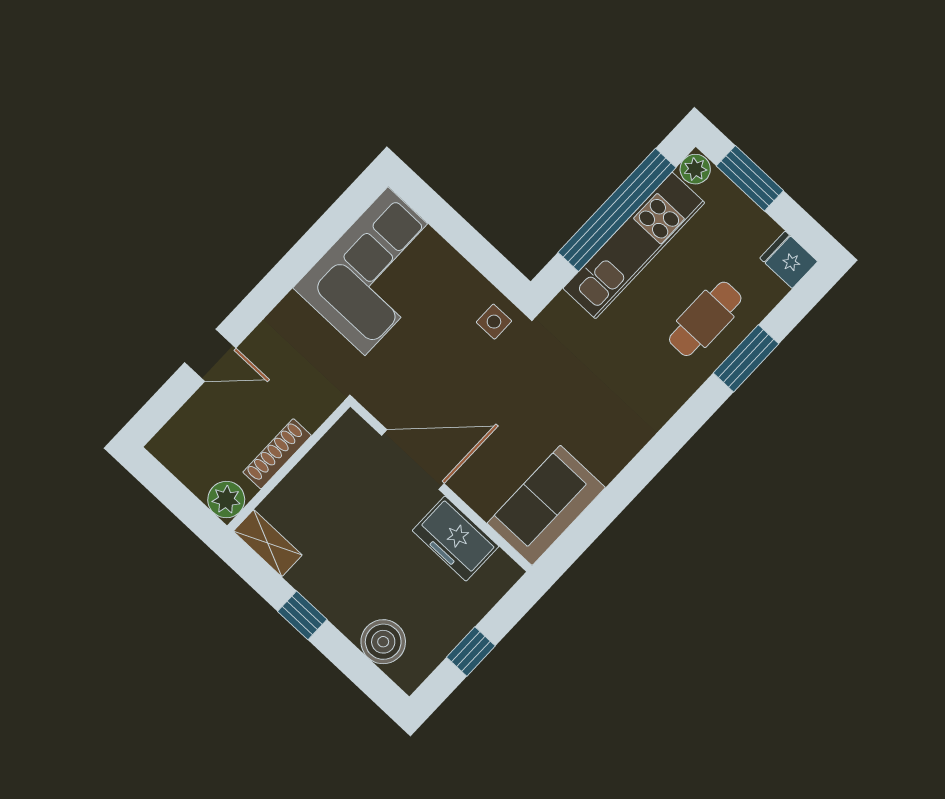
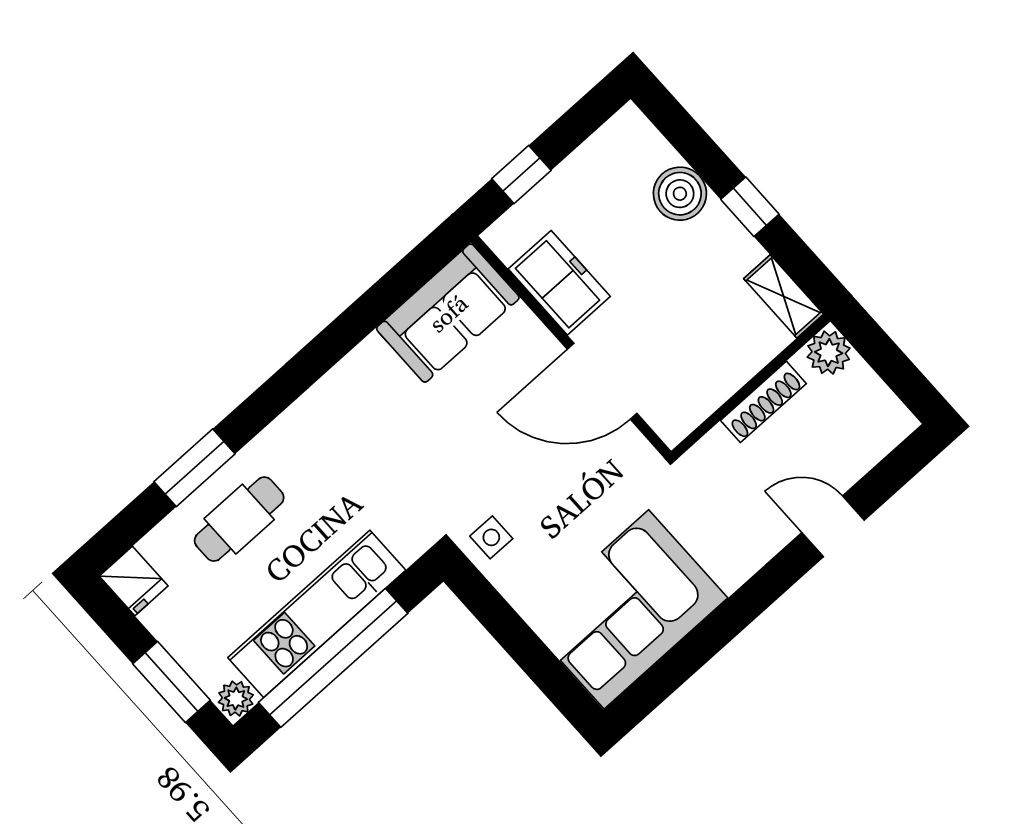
boiler: (383, 642) -> (680, 194), moved
window: (471, 651) -> (521, 175), moved

